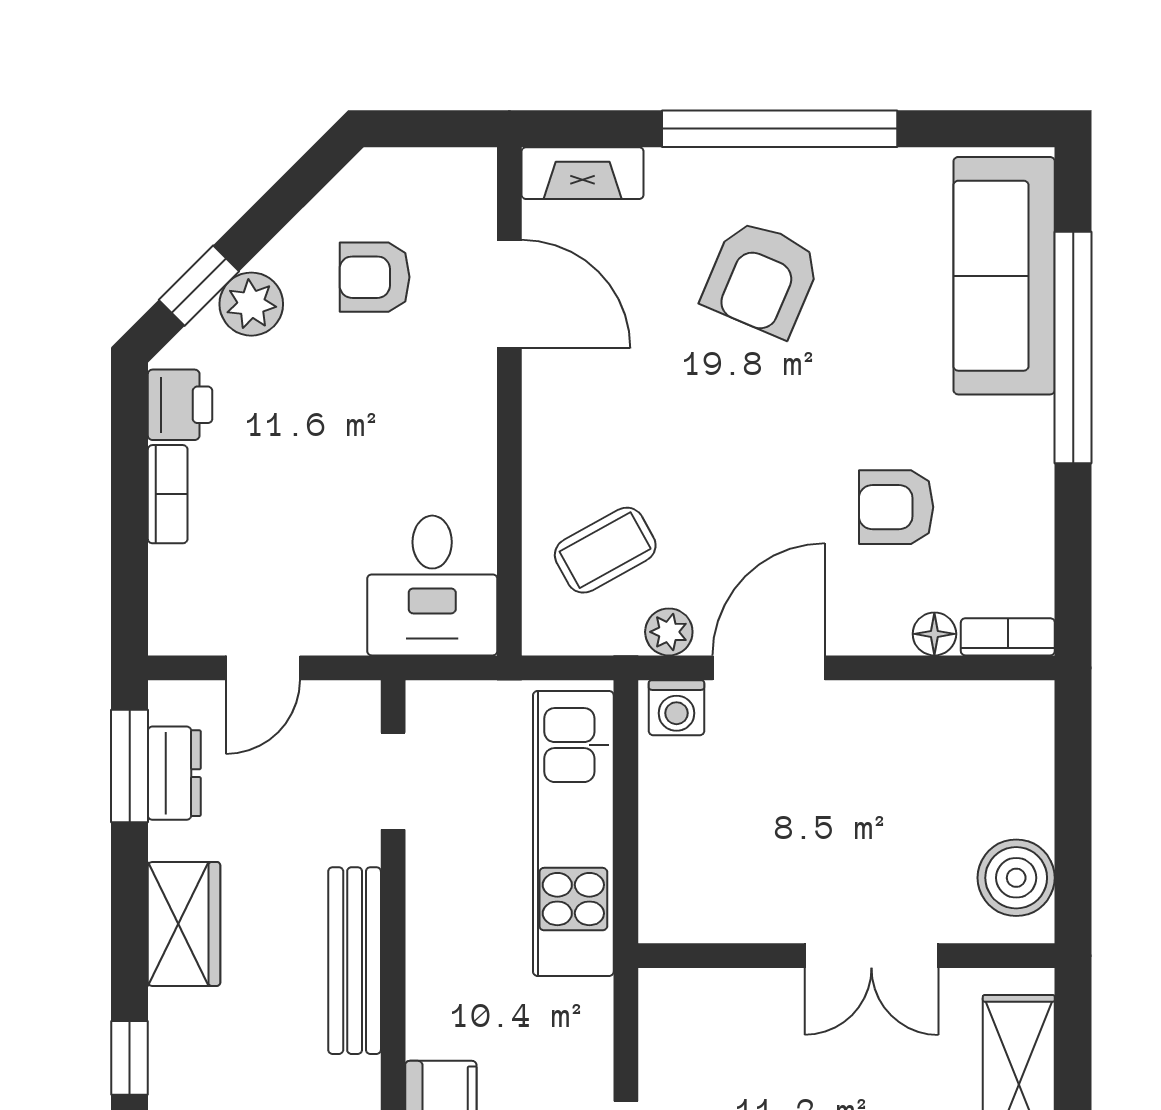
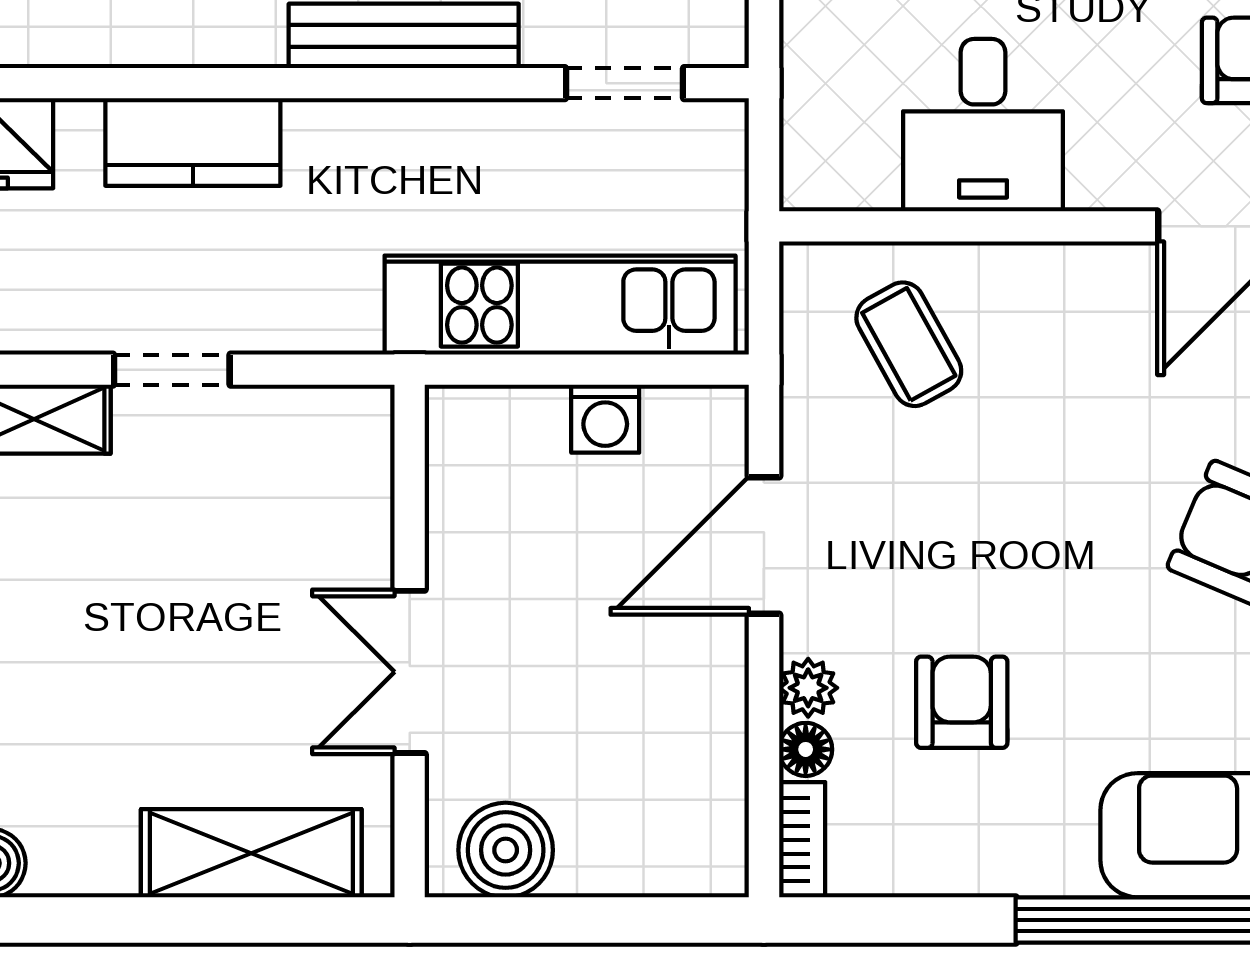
desk: (432, 586) -> (983, 125), moved, turned -90
plant: (669, 632) -> (808, 688), moved
door: (769, 668) -> (764, 546), swing flipped
washing machine: (676, 708) -> (605, 419), moved, turned -90

